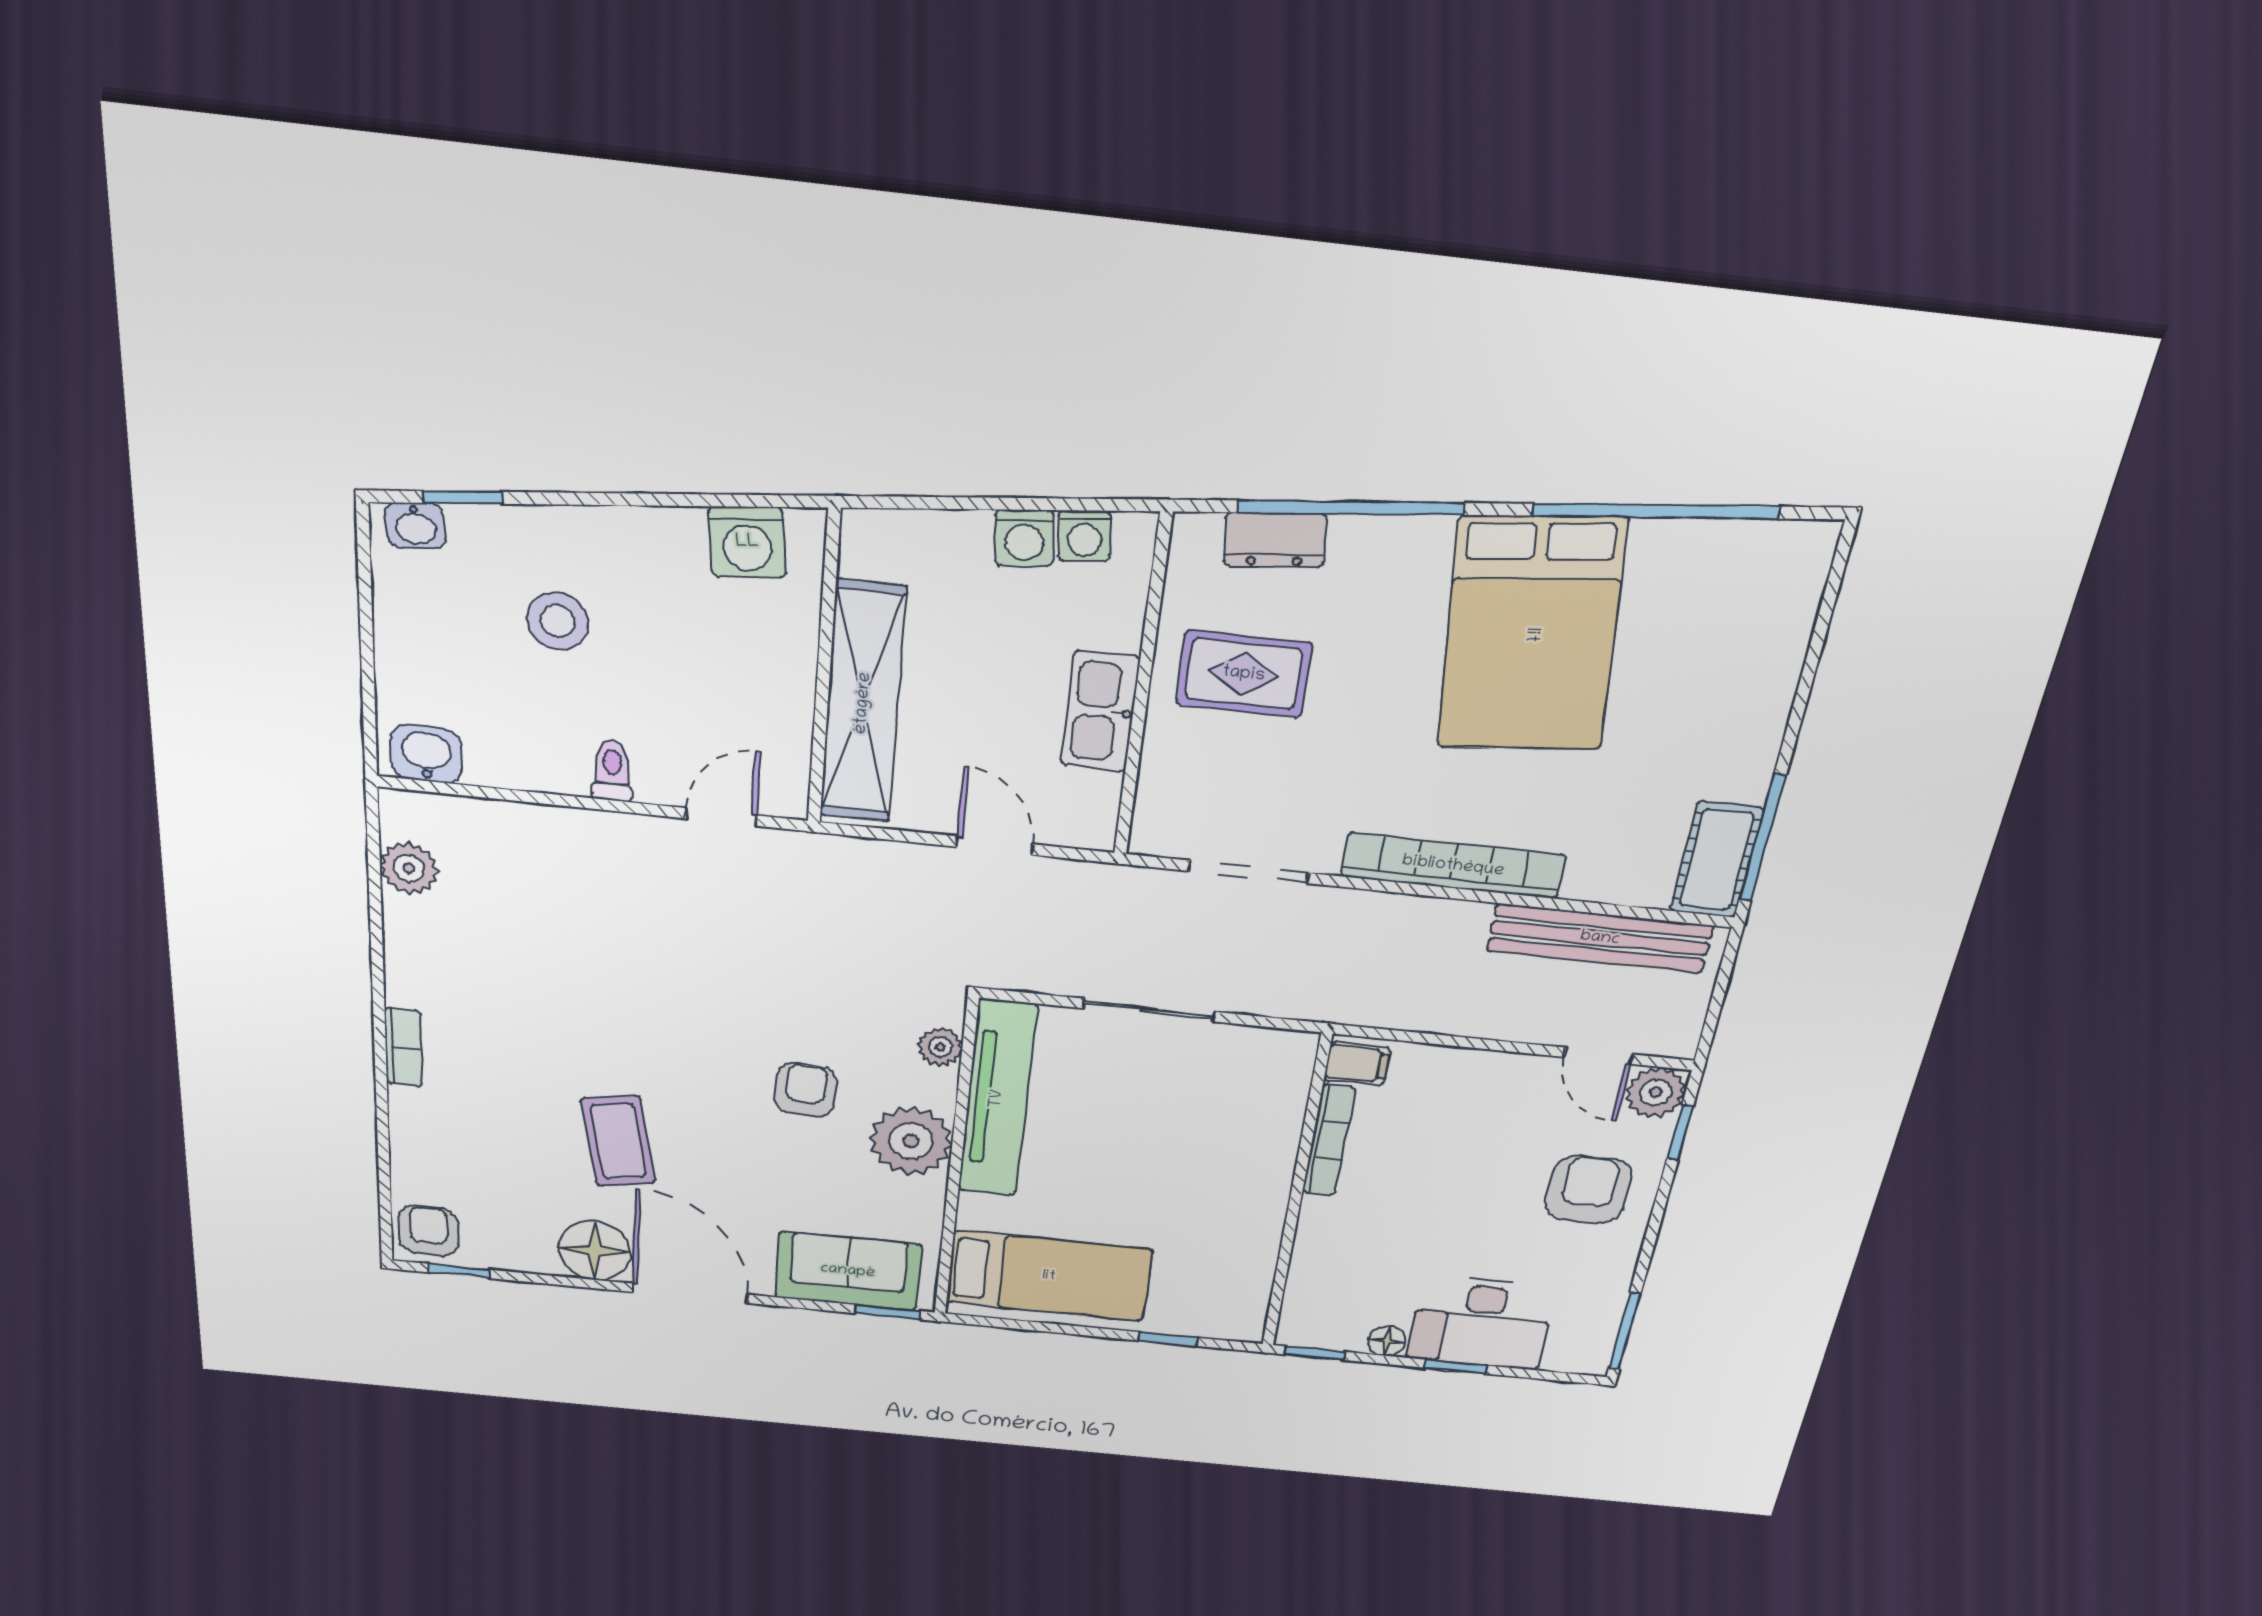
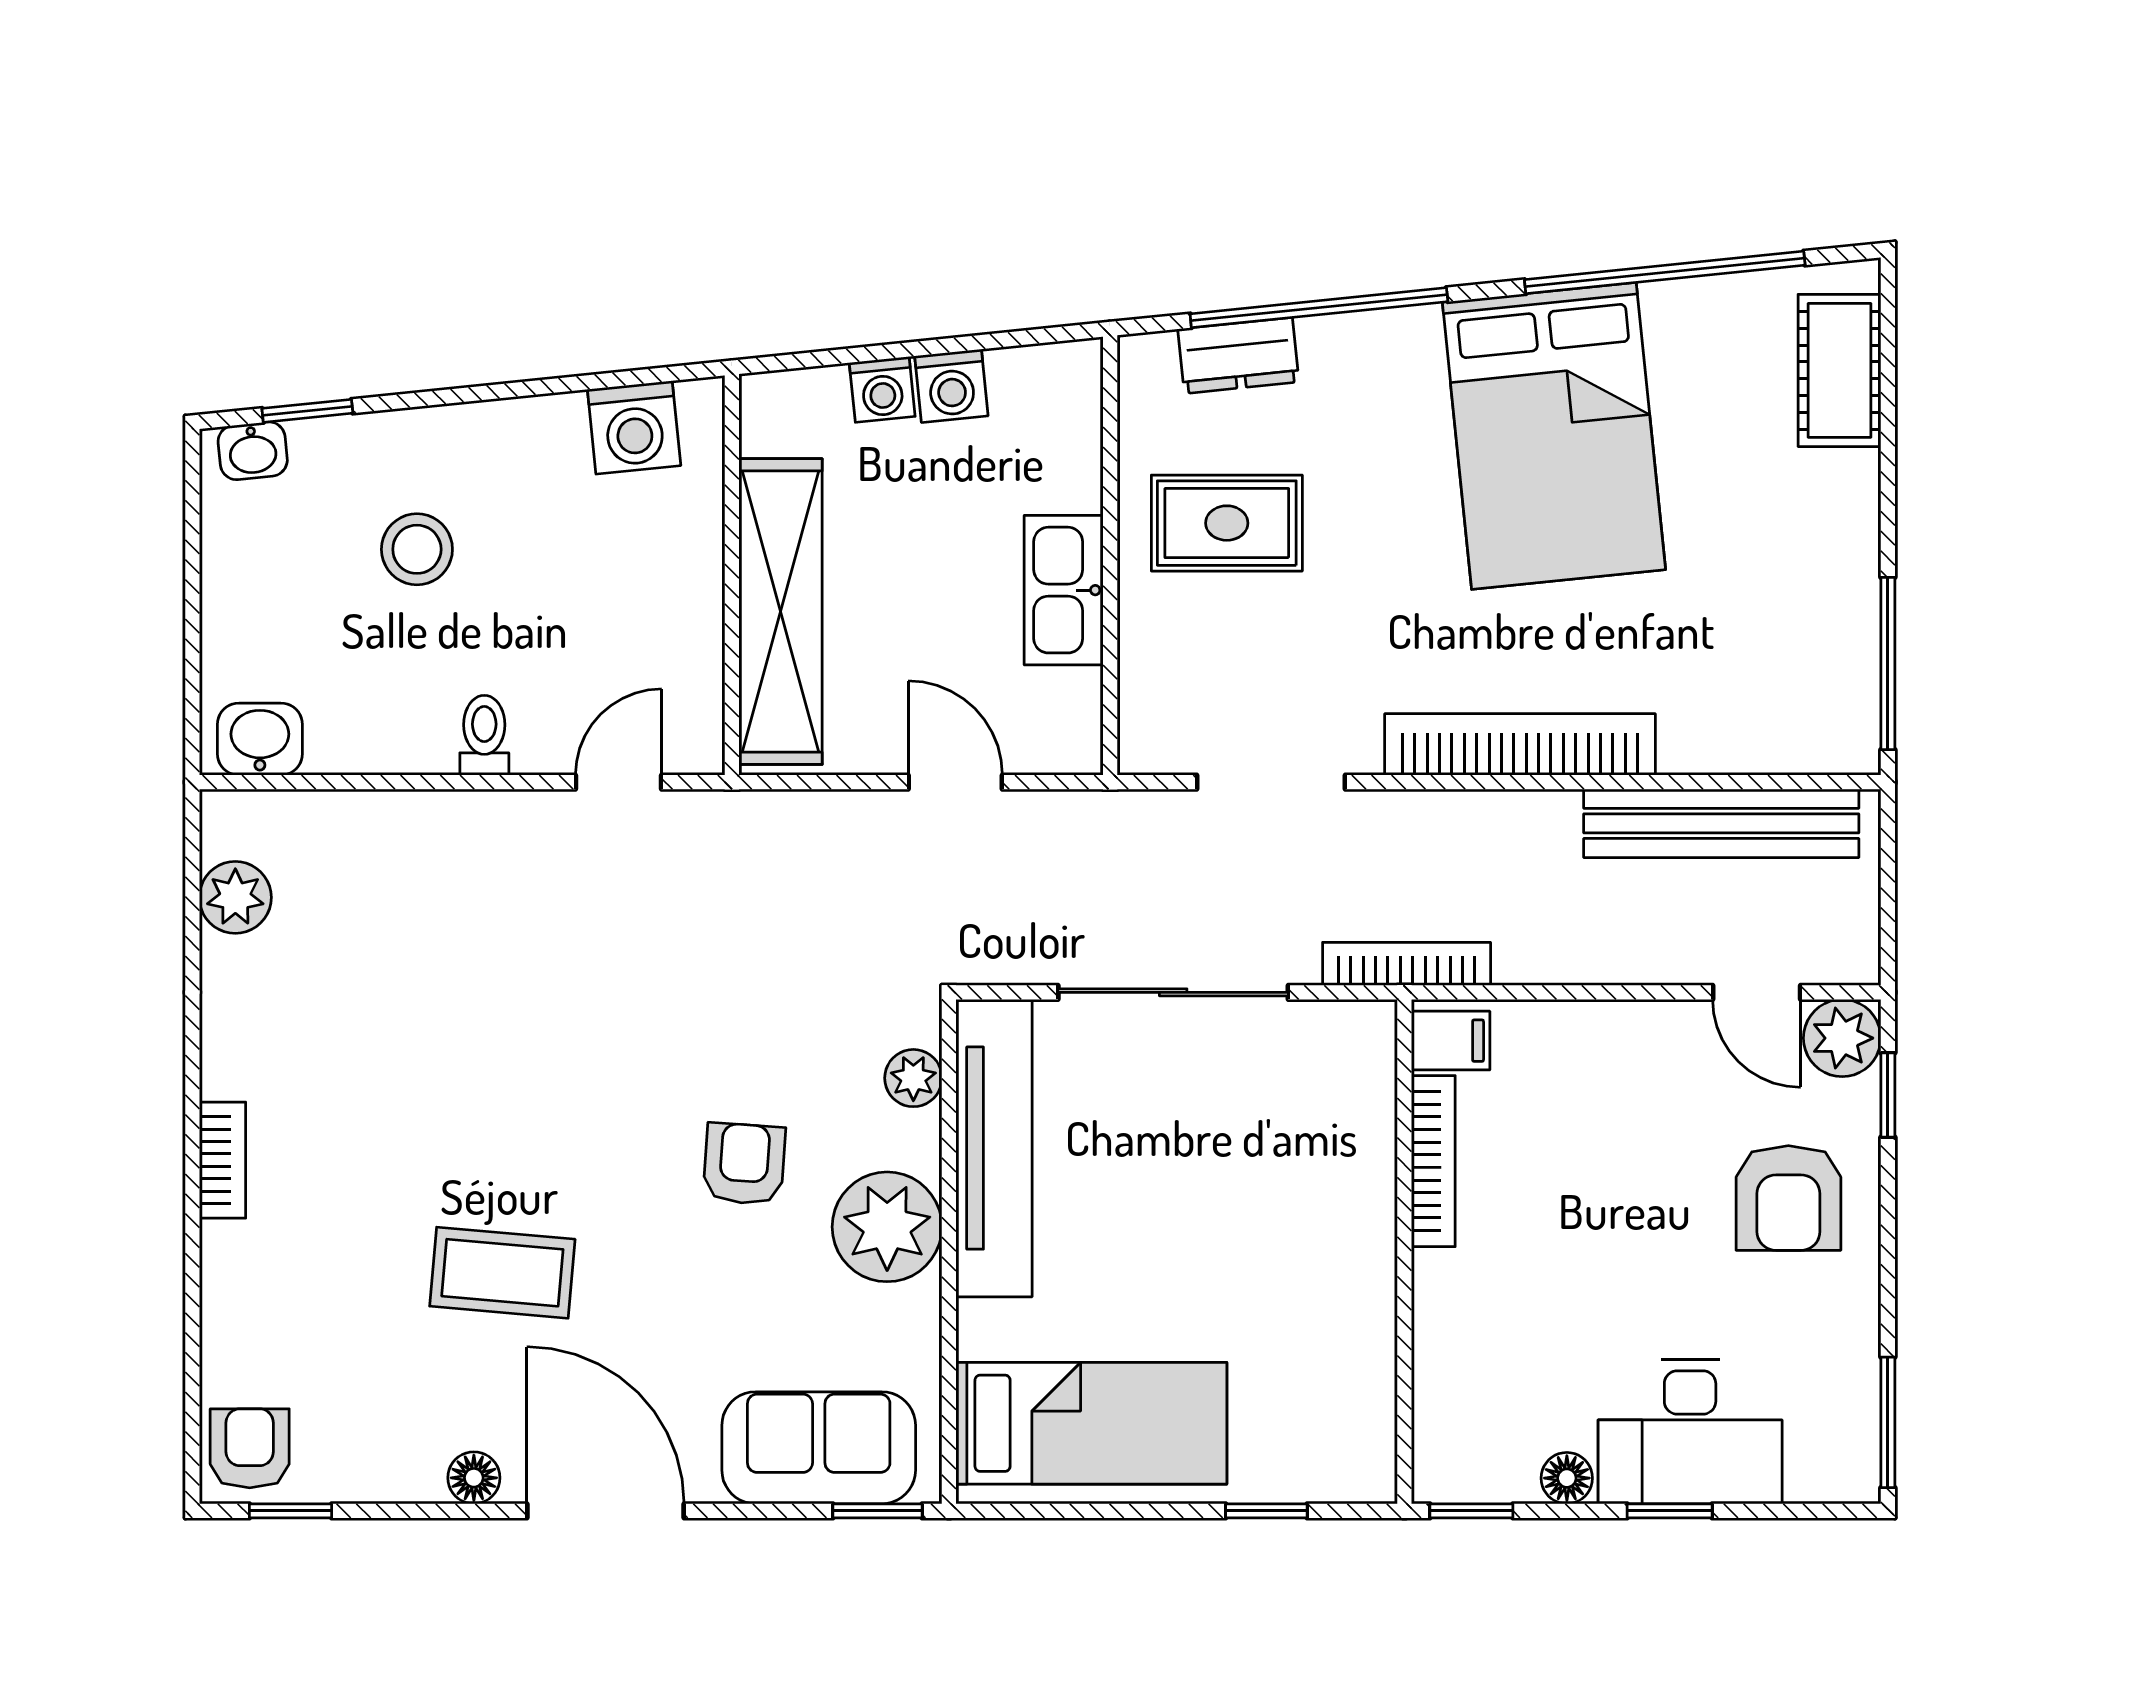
washing machine: (1084, 536) -> (882, 389), moved
cot: (1717, 860) -> (1839, 370), moved
bookcase: (1333, 1009) -> (1407, 964), added
sliding door: (1149, 1010) -> (1173, 992), width x1.37
coffee table: (618, 1141) -> (502, 1273), turned -75
armchair: (1588, 1190) -> (1788, 1198), turned 180
floor lamp: (595, 1251) -> (474, 1478), width x0.53, depth x0.53

